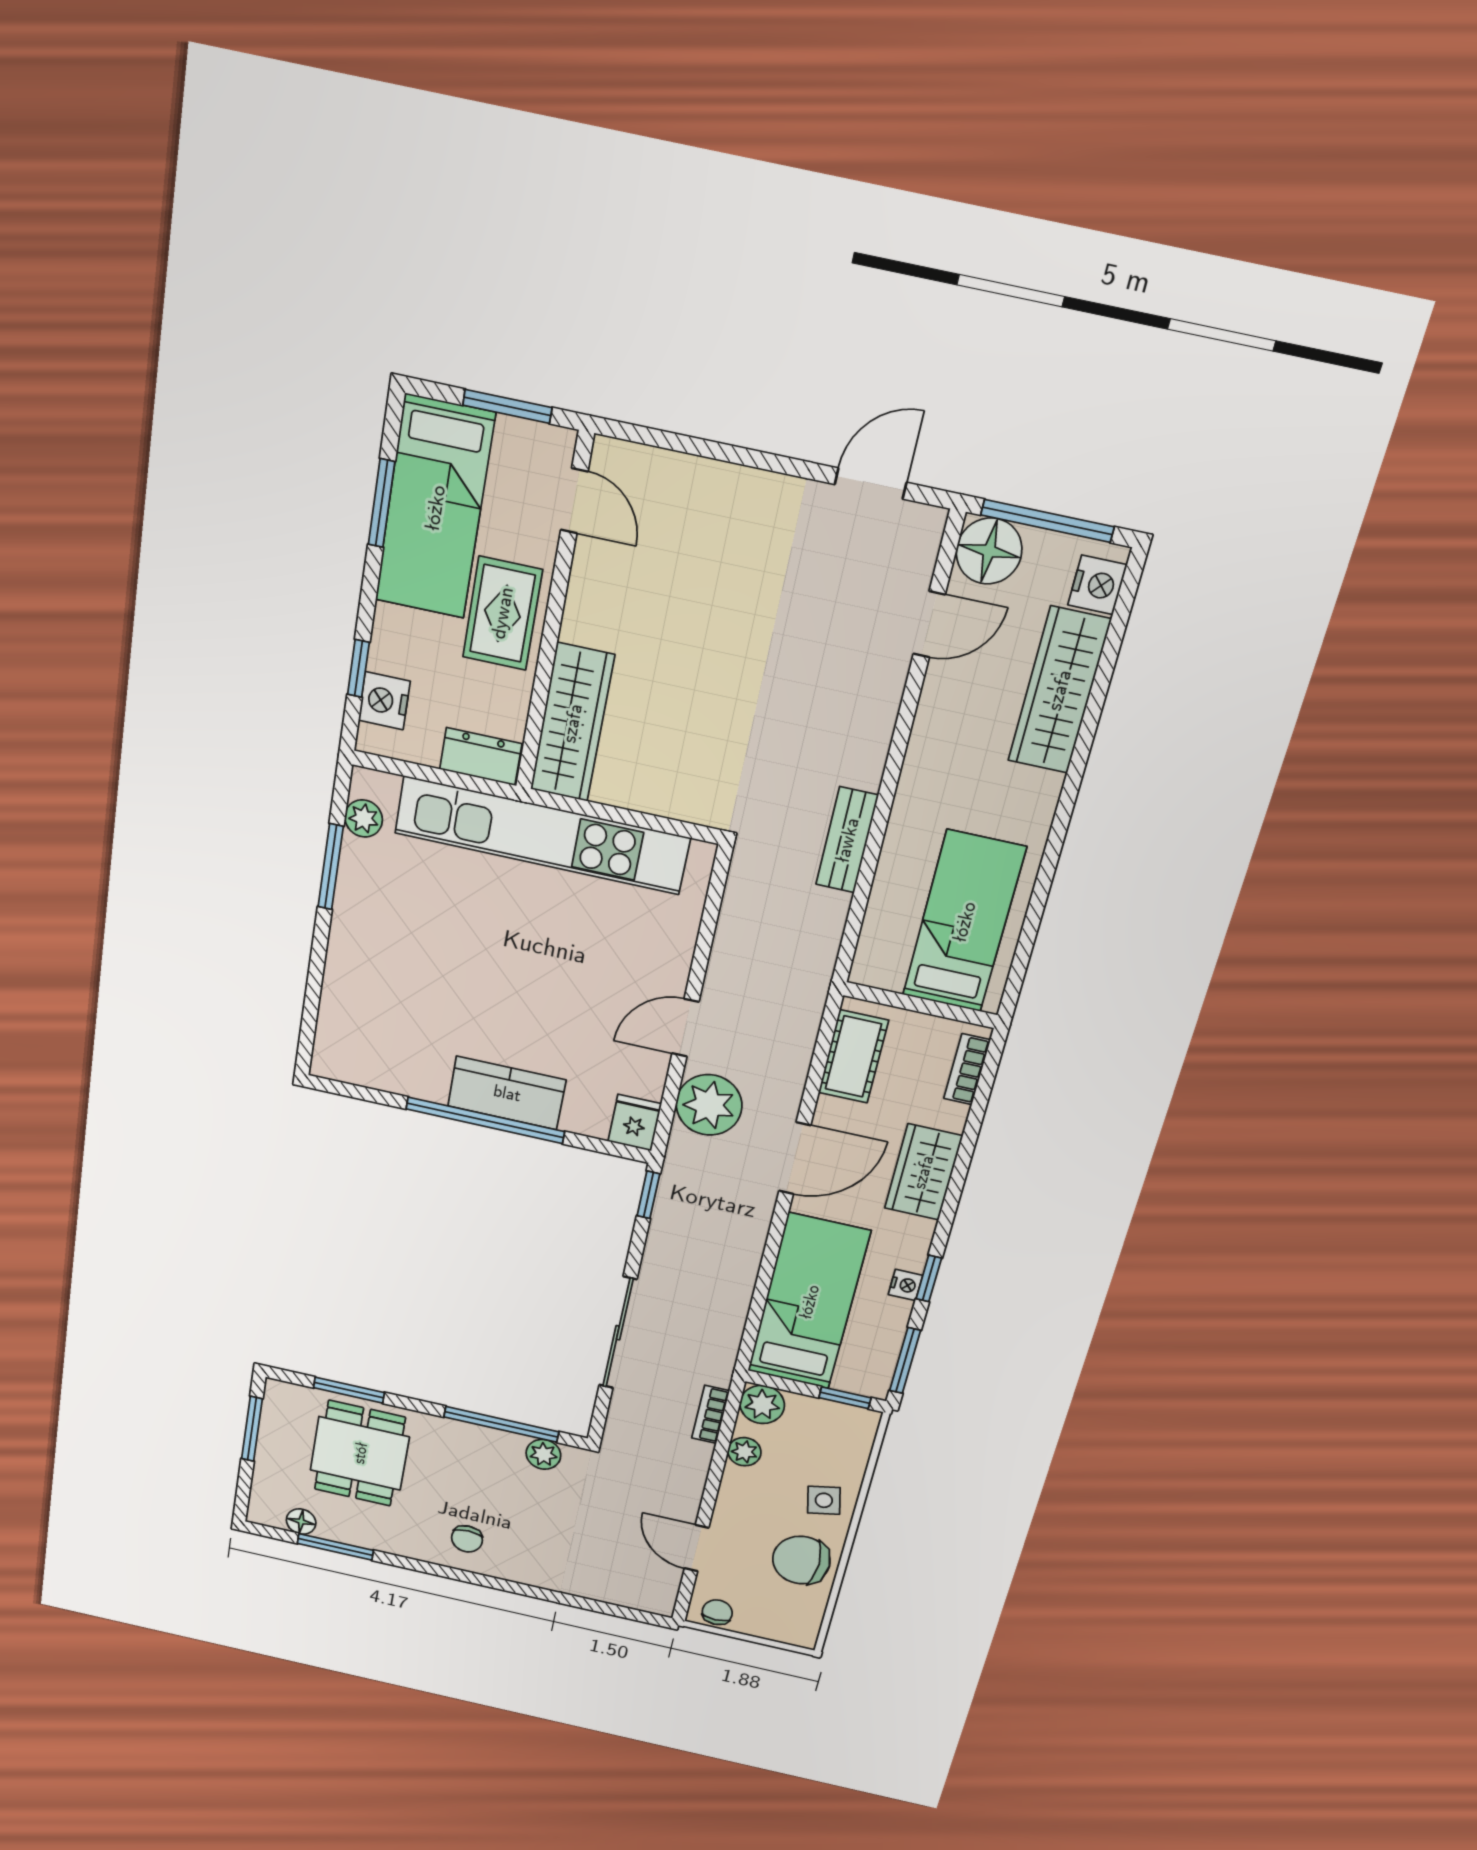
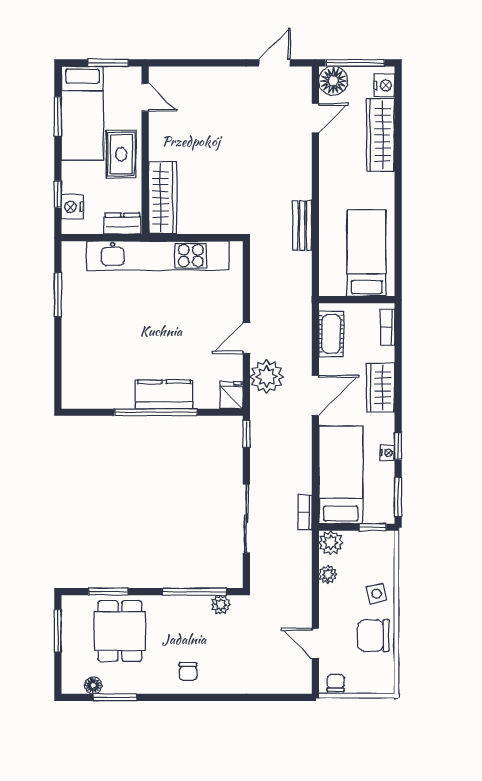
plant: (364, 818) -> (71, 267), removed
bookcase: (710, 1414) -> (305, 512), moved

